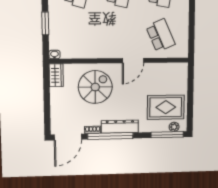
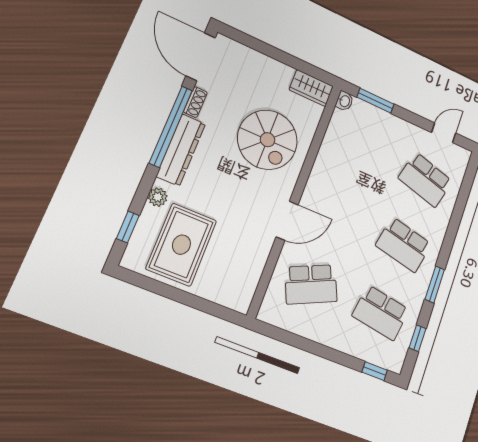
window: (45, 23) -> (375, 101), moved
door: (133, 61) -> (287, 221), swing flipped
plant: (174, 127) -> (158, 197), moved
window: (167, 135) -> (128, 227), width x0.46

